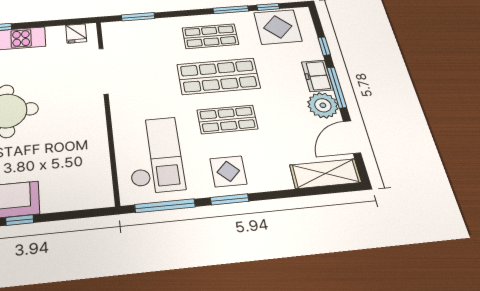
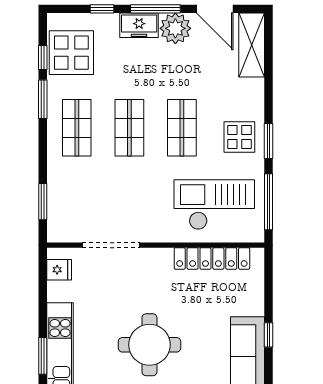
shop shelf: (218, 76) -> (129, 128), width x0.70, depth x0.74
locker: (99, 158) -> (212, 258), added

